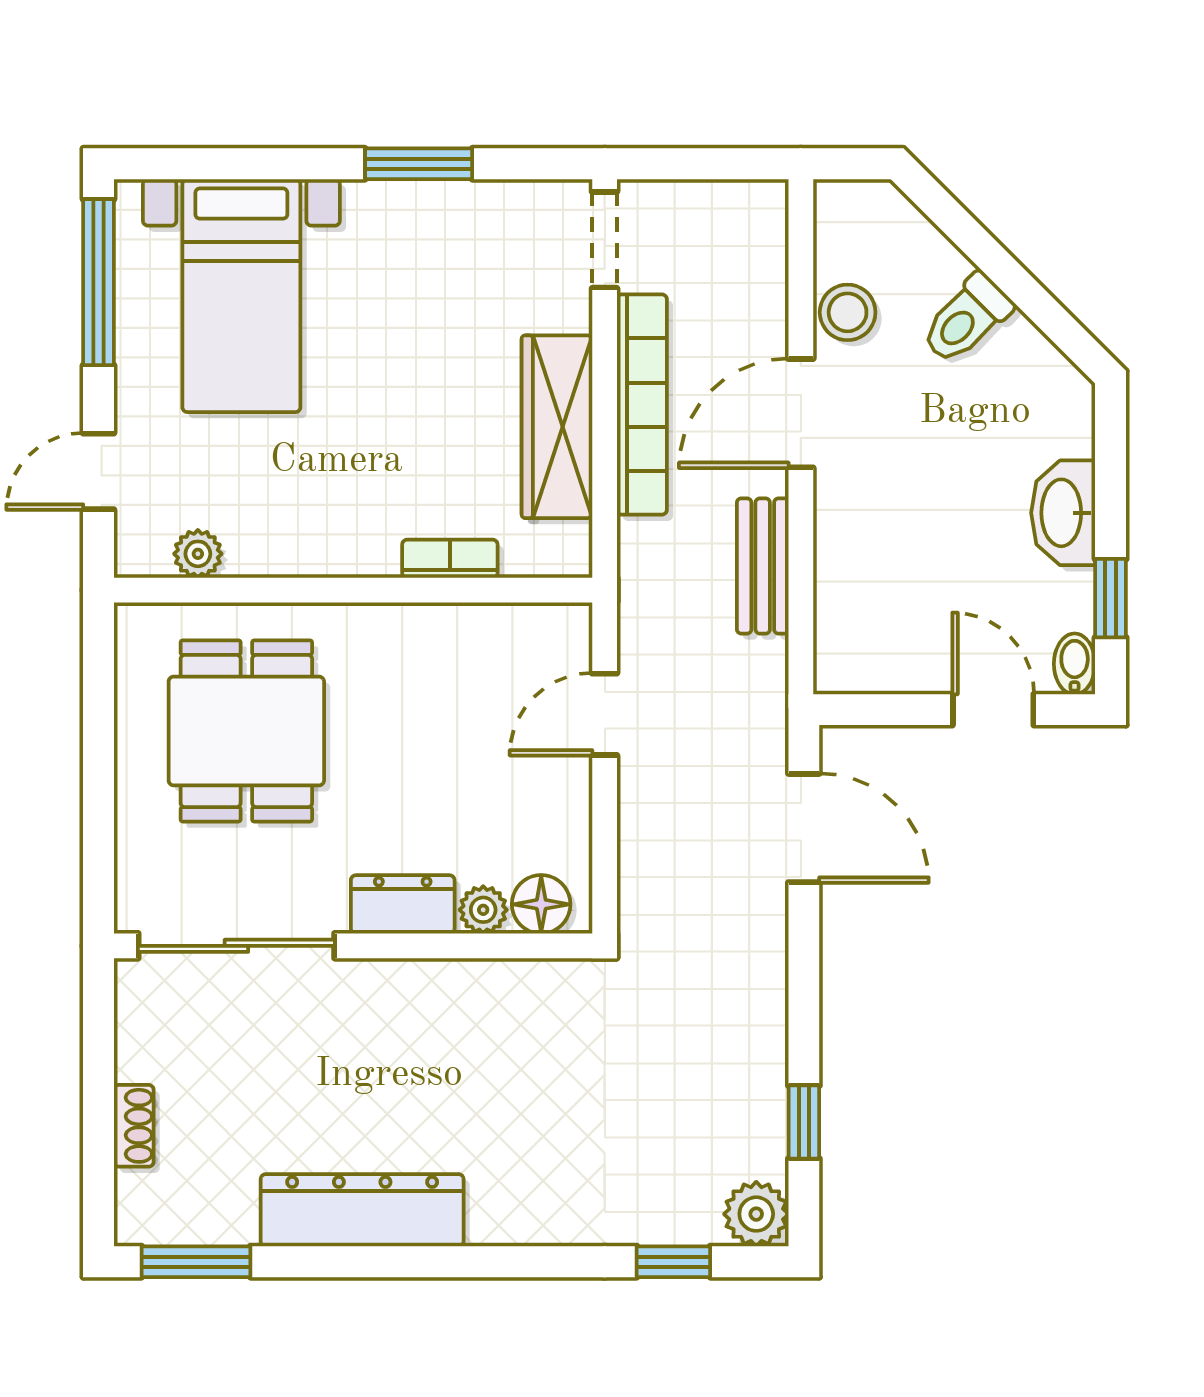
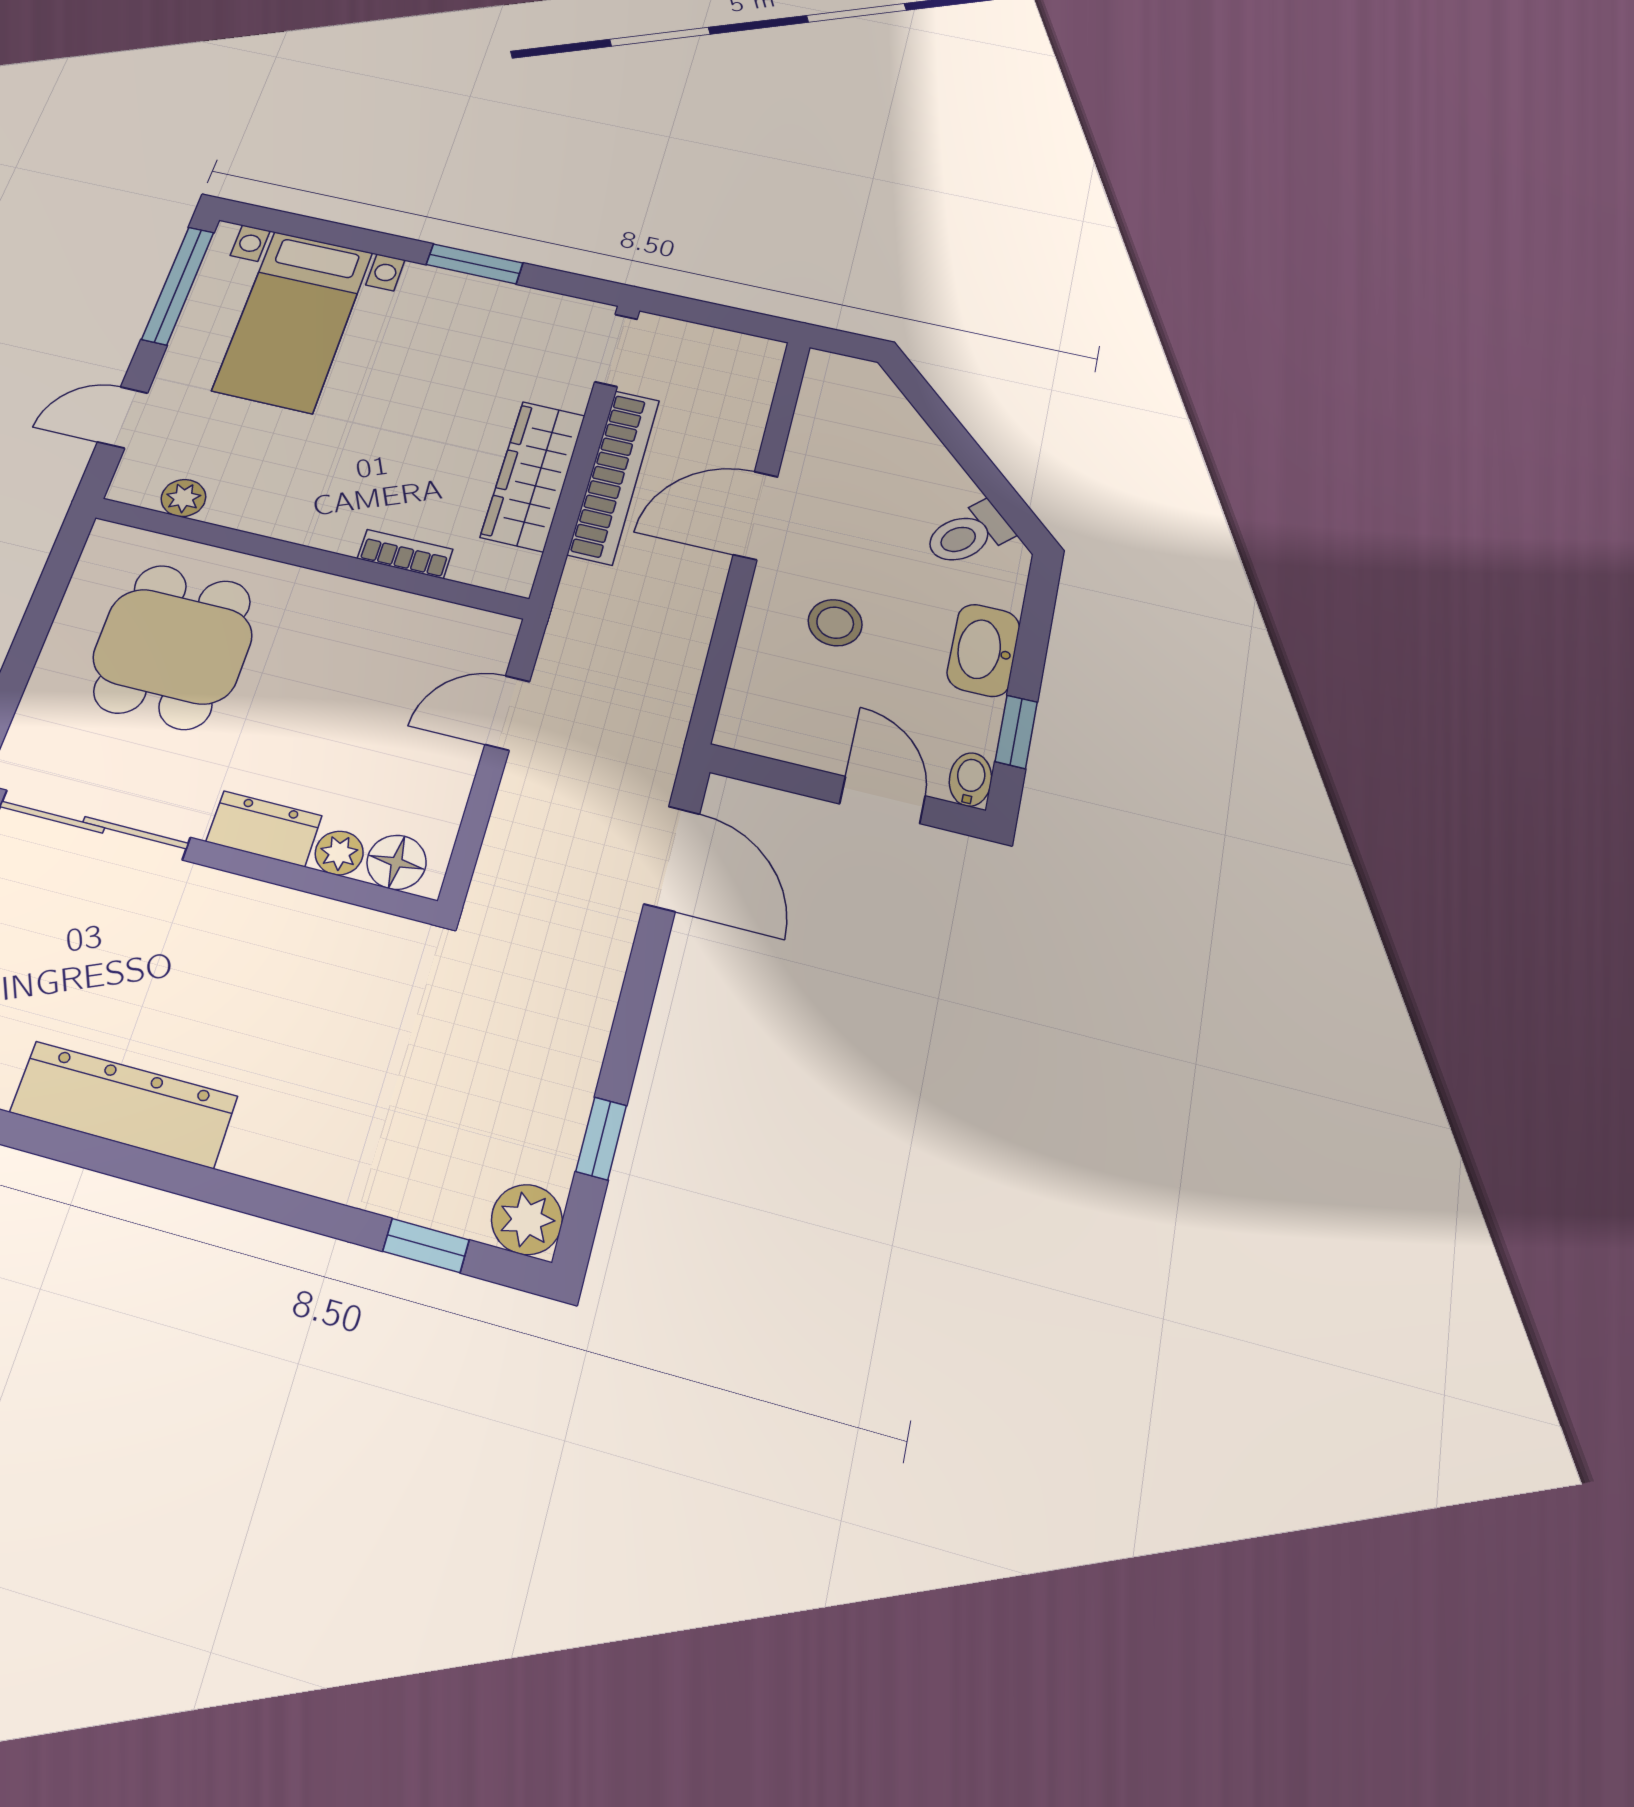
stool: (848, 312) -> (835, 623), moved
toilet: (966, 319) -> (968, 534), moved
bench: (763, 566) -> (690, 627), removed

